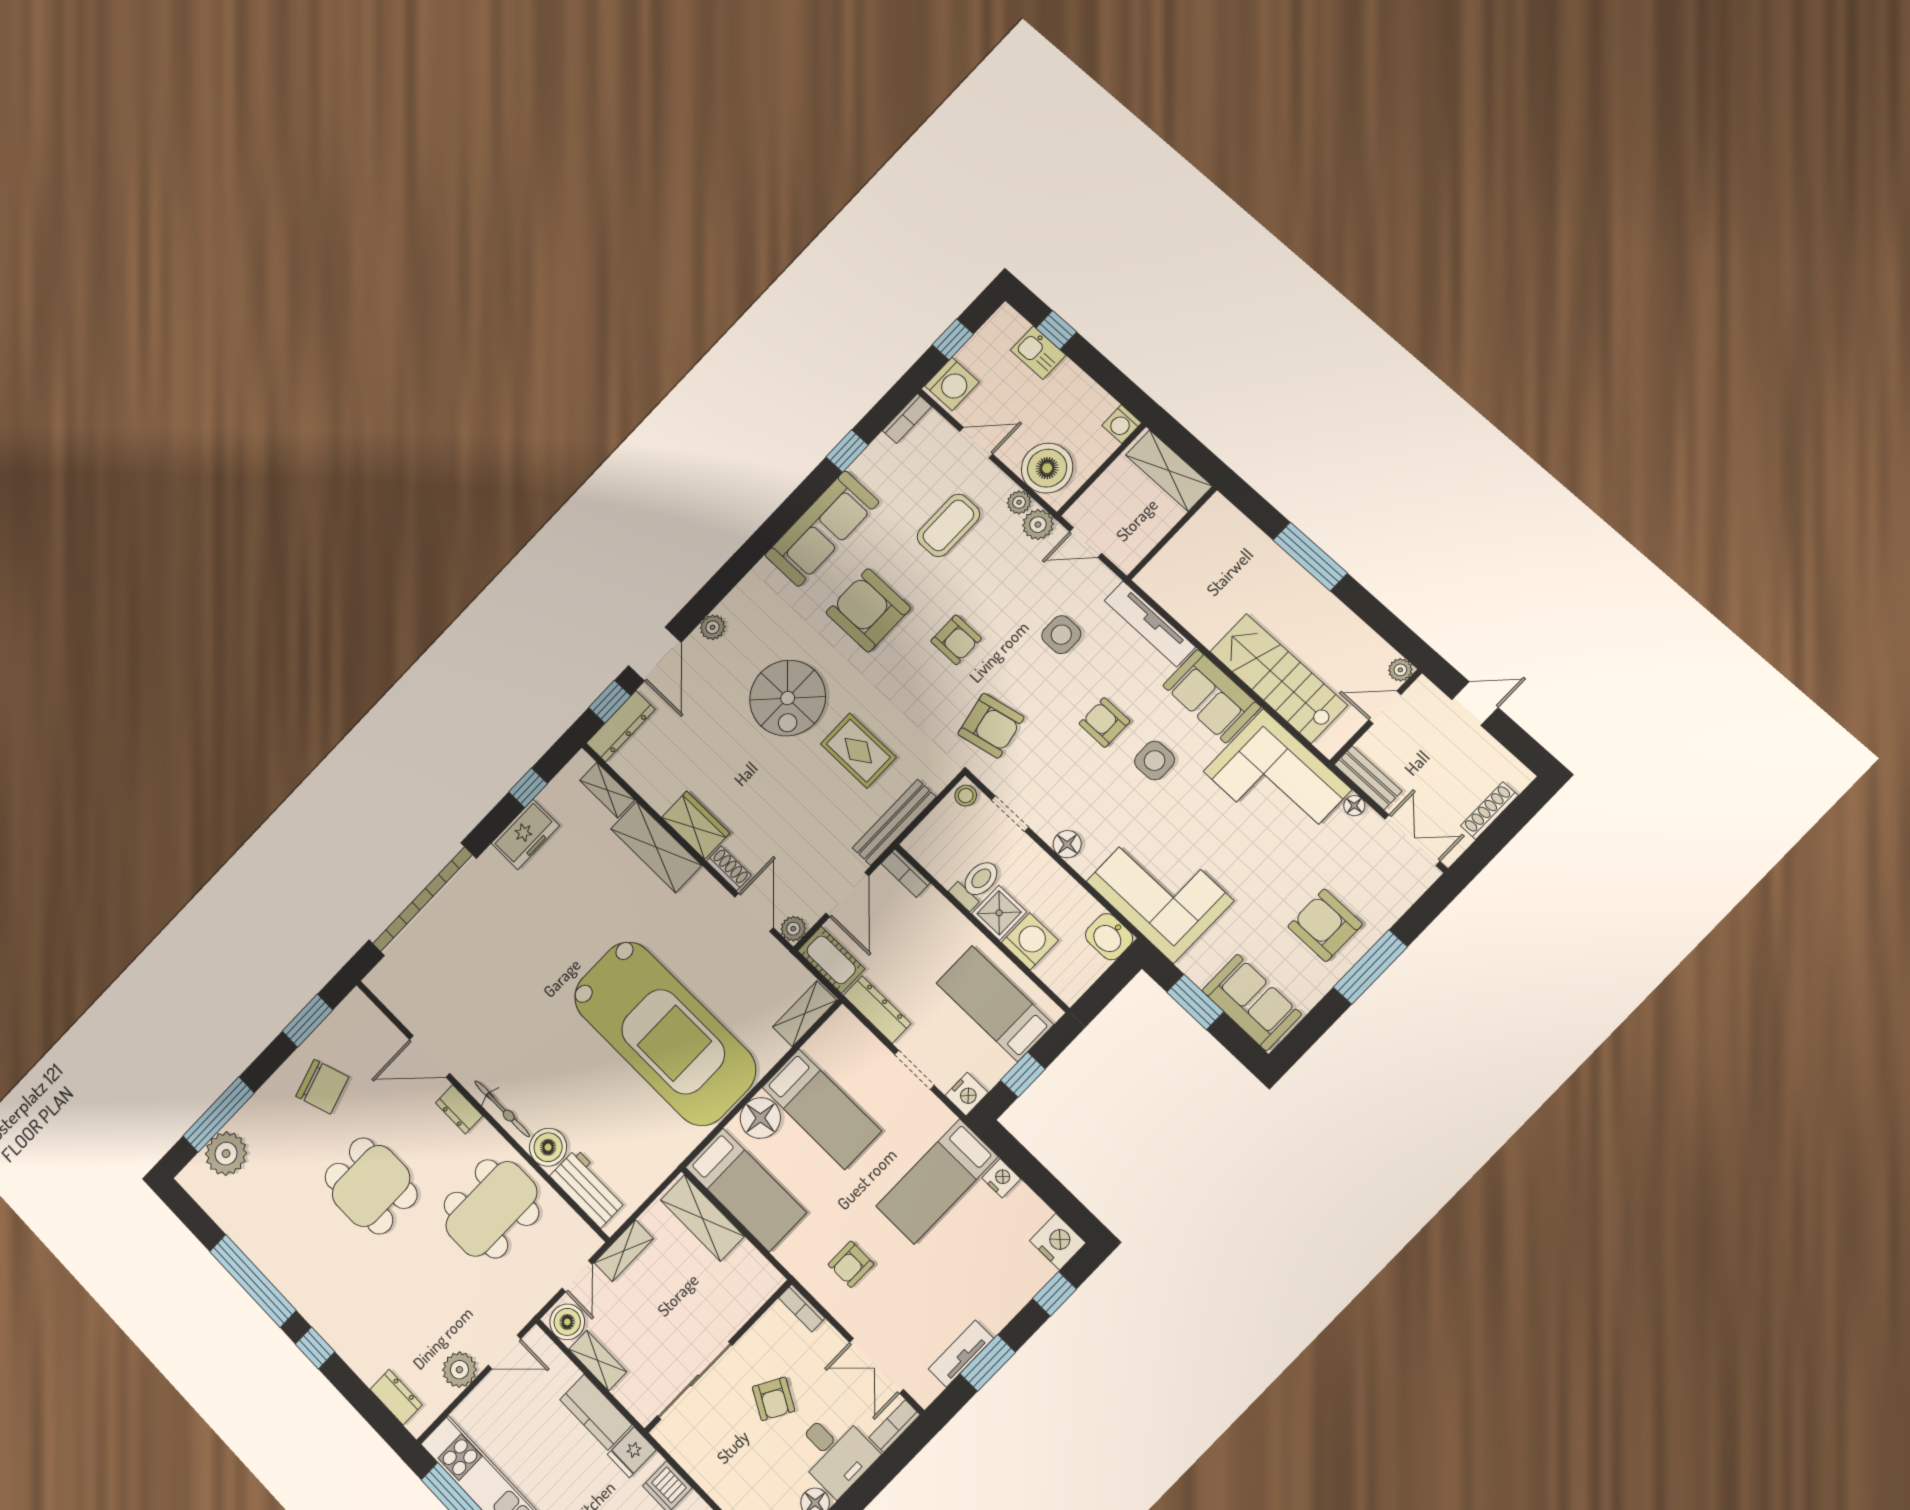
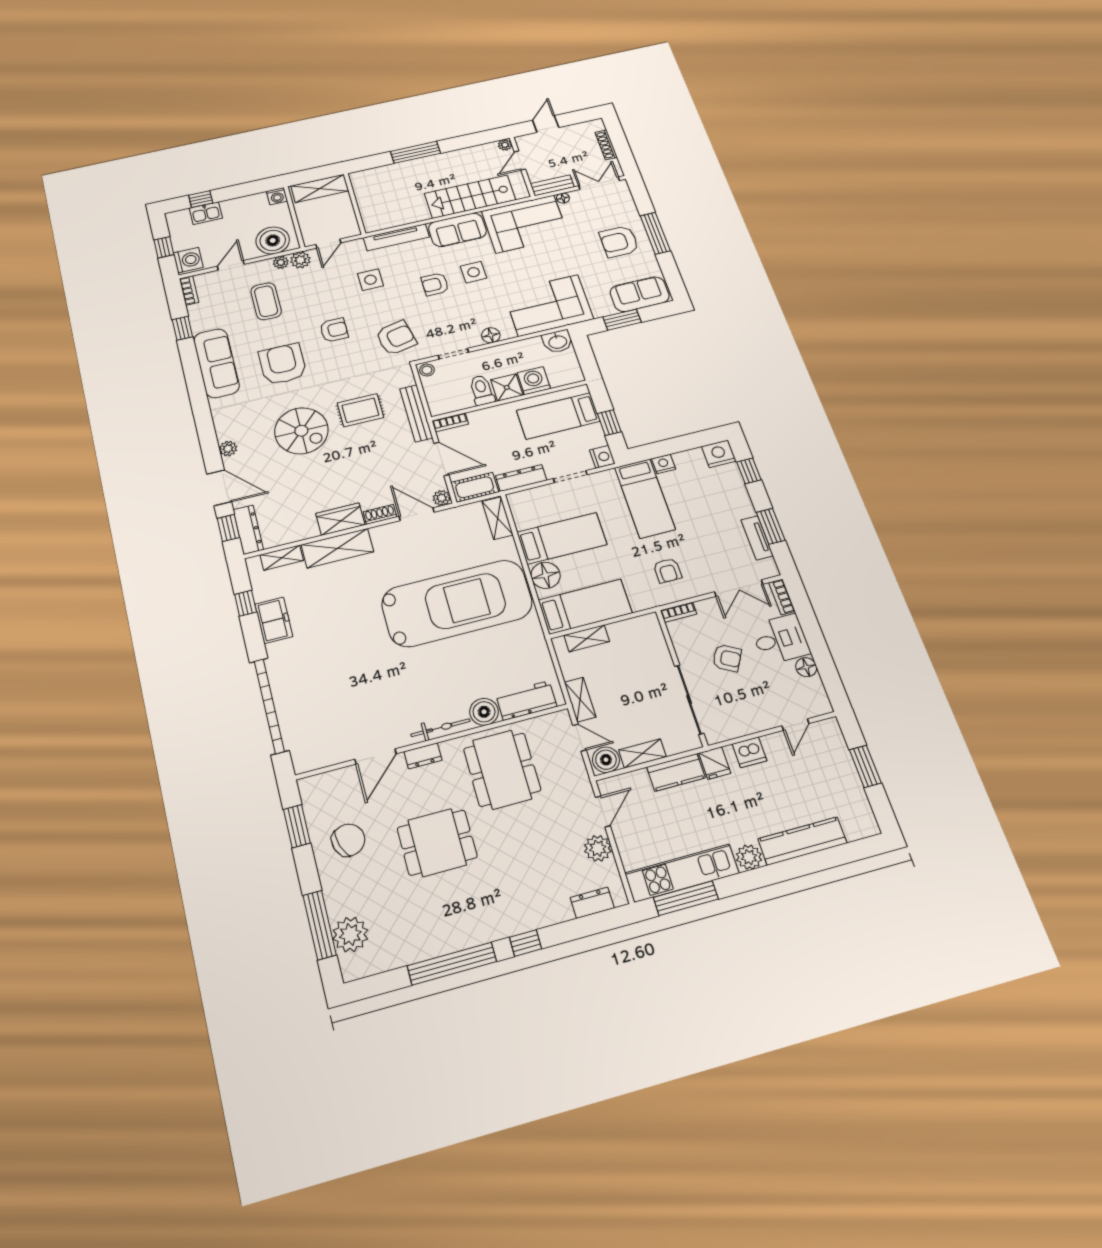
armchair: (868, 610) -> (283, 364), turned 90
shelving: (702, 1218) -> (587, 638), width x0.67, depth x0.75

